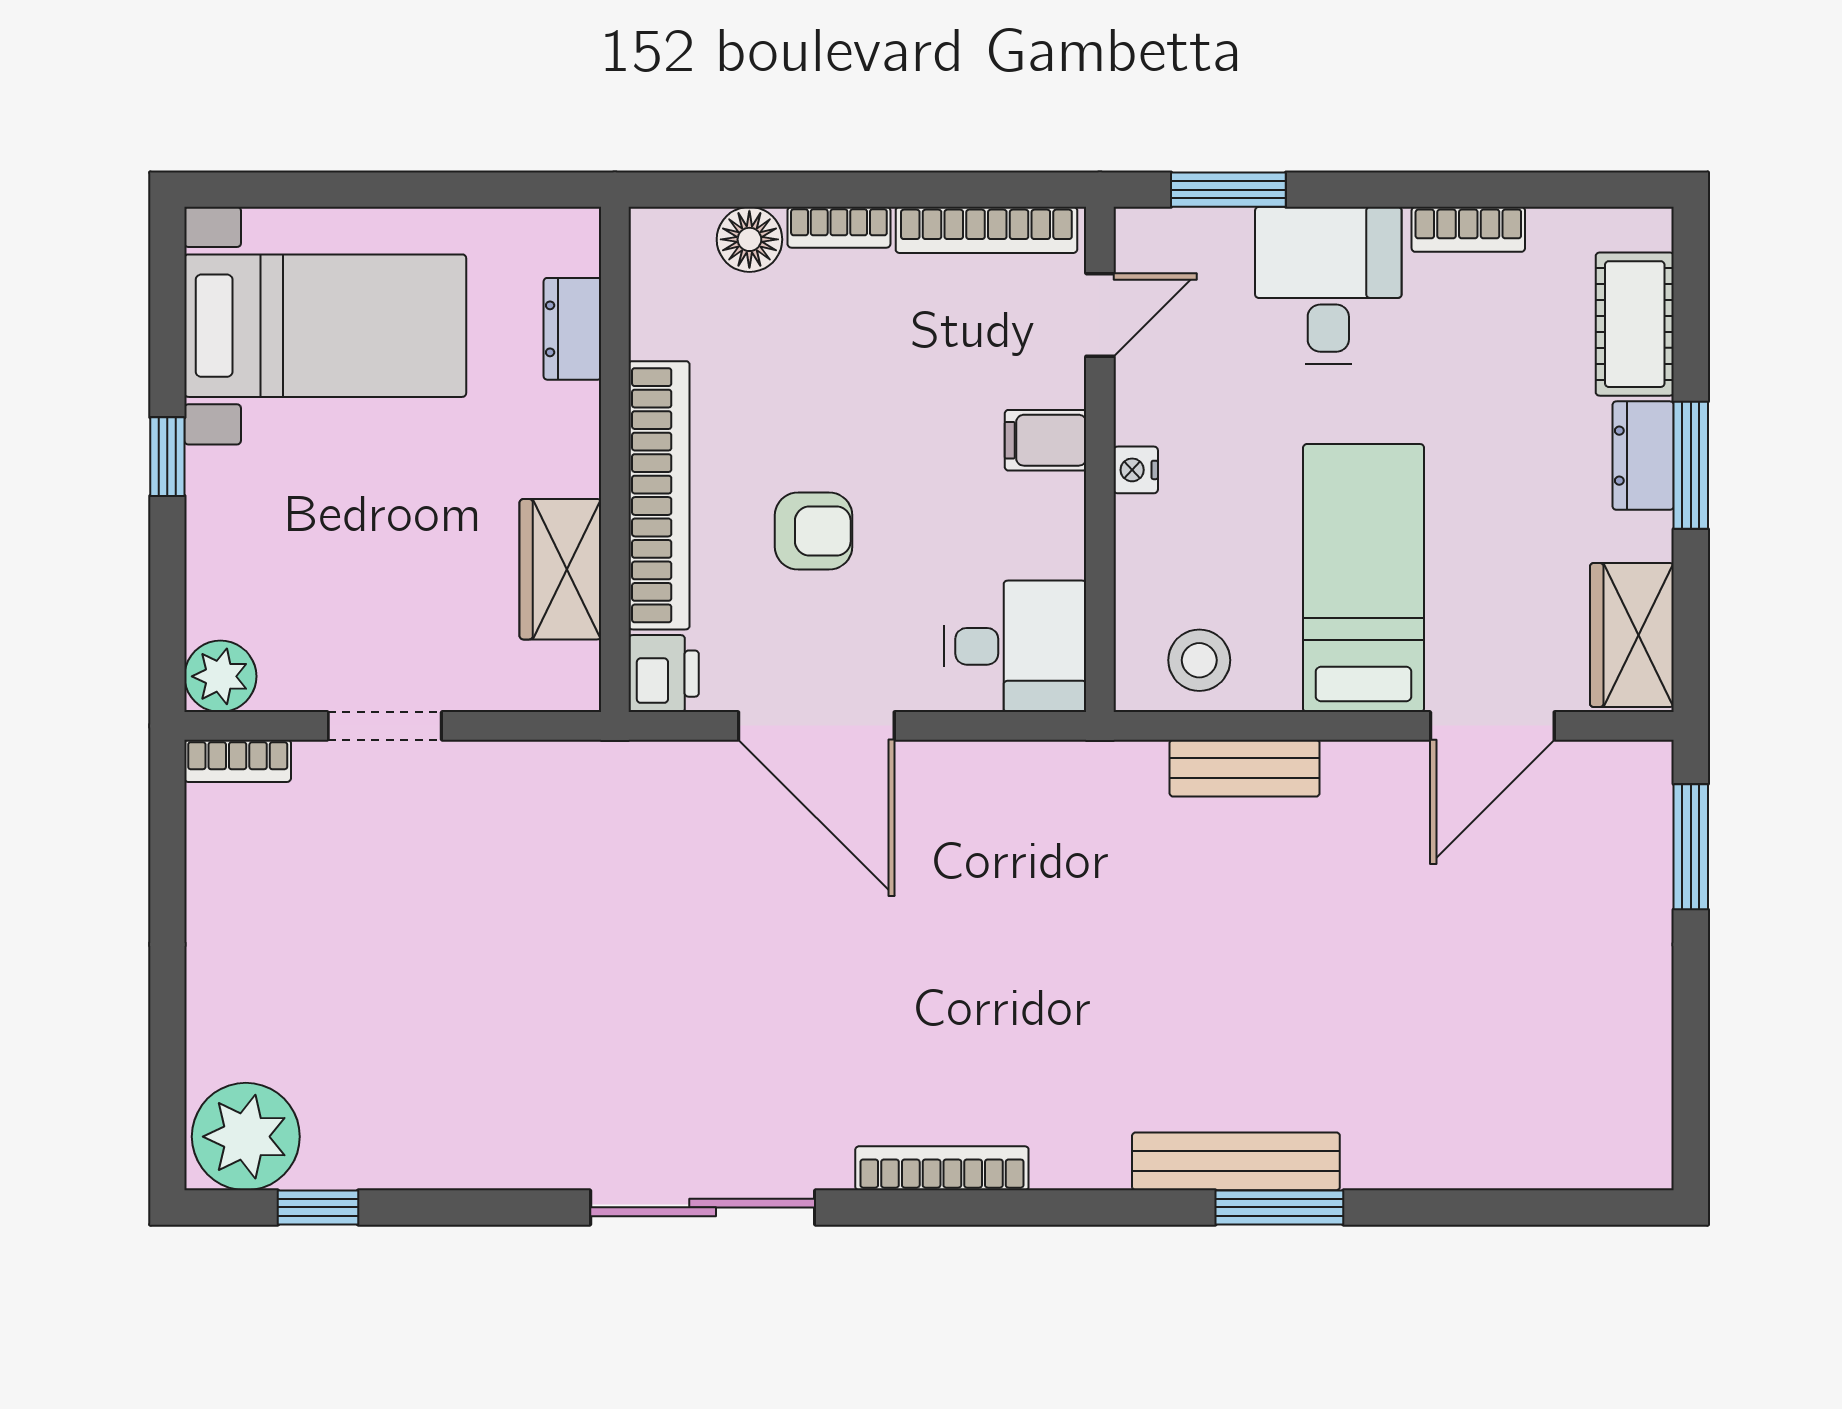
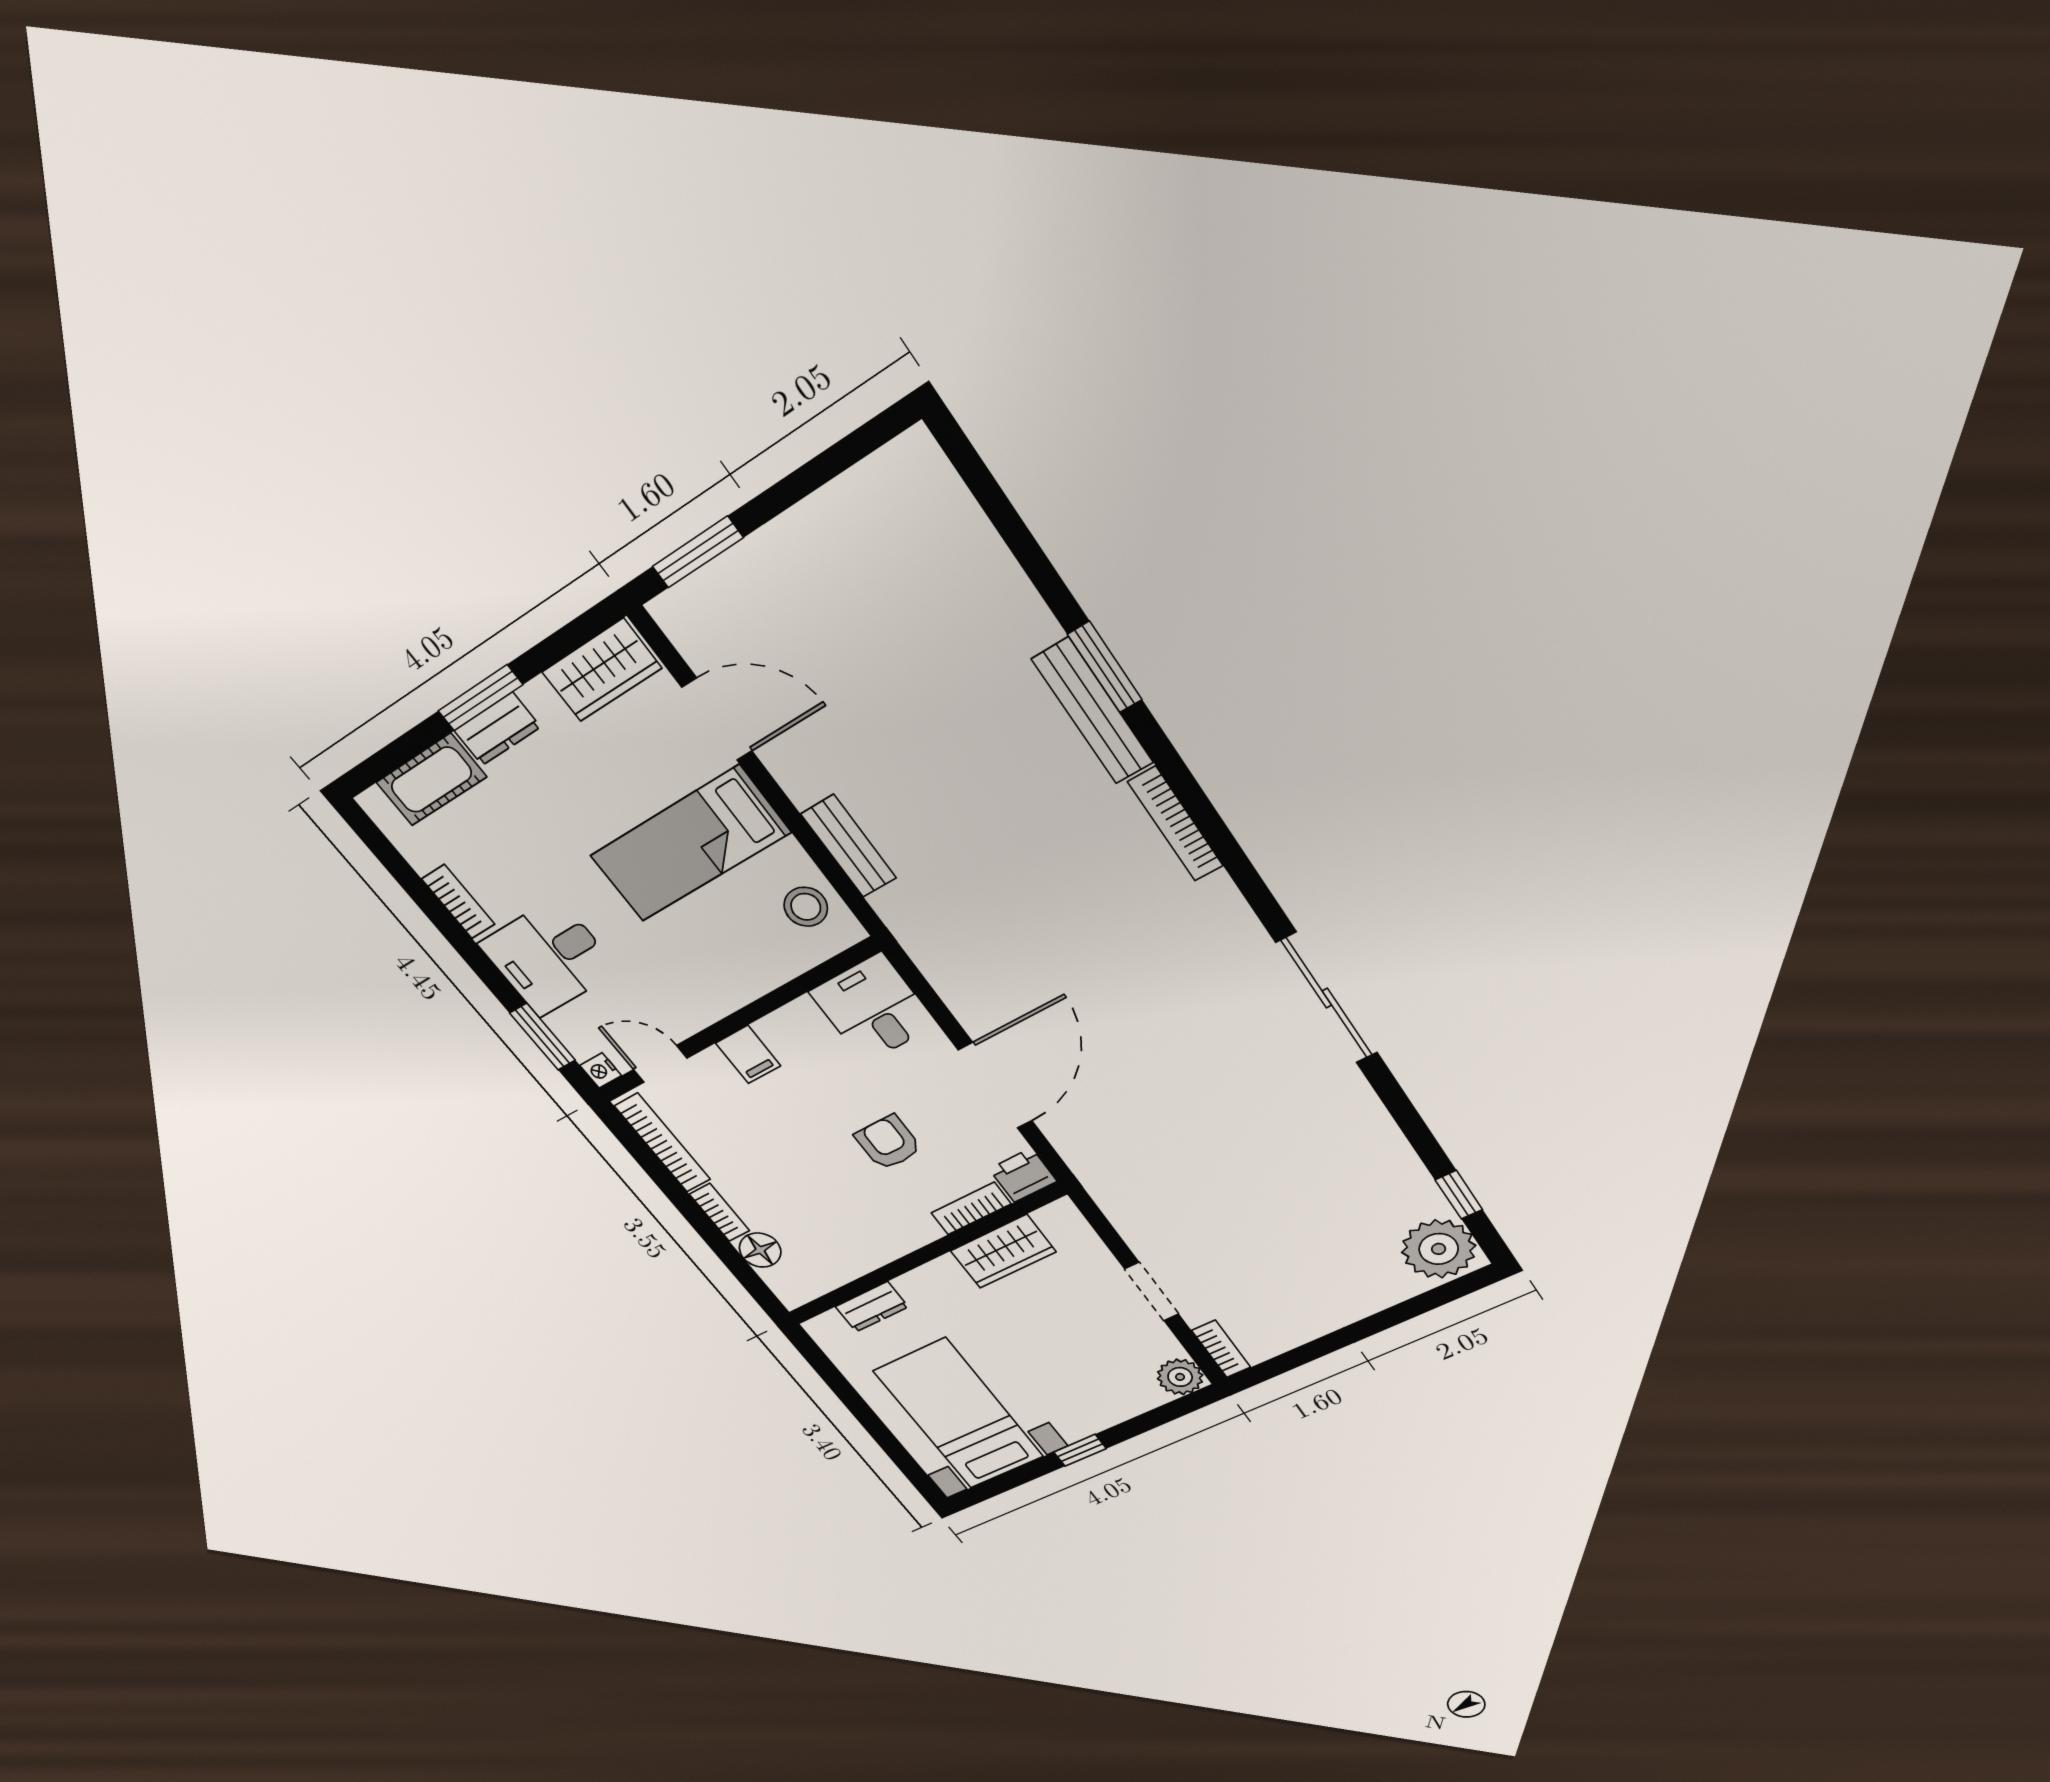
nightstand: (1136, 470) -> (601, 1070), moved, turned 90
bookcase: (659, 495) -> (971, 1208), width x0.43, depth x0.76
bookcase: (942, 1168) -> (1176, 824), moved

